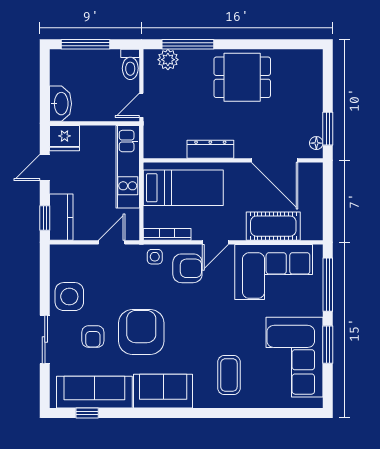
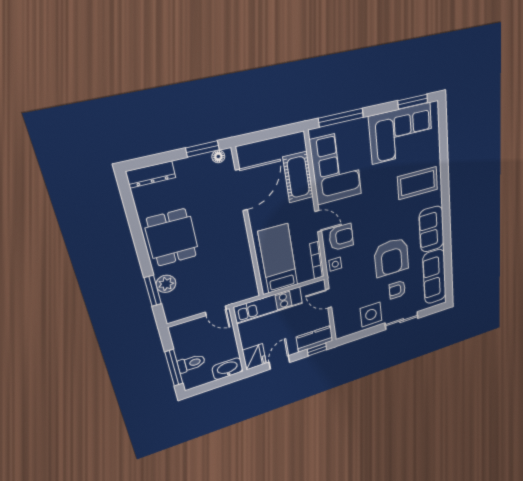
window: (188, 44) -> (153, 291), width x0.69
plant: (168, 60) -> (166, 284), moved
toilet: (130, 64) -> (191, 363), moved
dresser: (210, 149) -> (151, 174), moved, turned -90
door: (45, 167) -> (279, 362), swing flipped
armchair: (187, 268) -> (341, 237), turned 90
armchair: (141, 332) -> (391, 257), turned -90
armchair: (93, 337) -> (397, 290), turned 180
window: (328, 345) -> (413, 102), moved
coffee table: (229, 375) -> (418, 183), width x1.36, depth x1.32
window: (87, 413) -> (448, 277), removed

